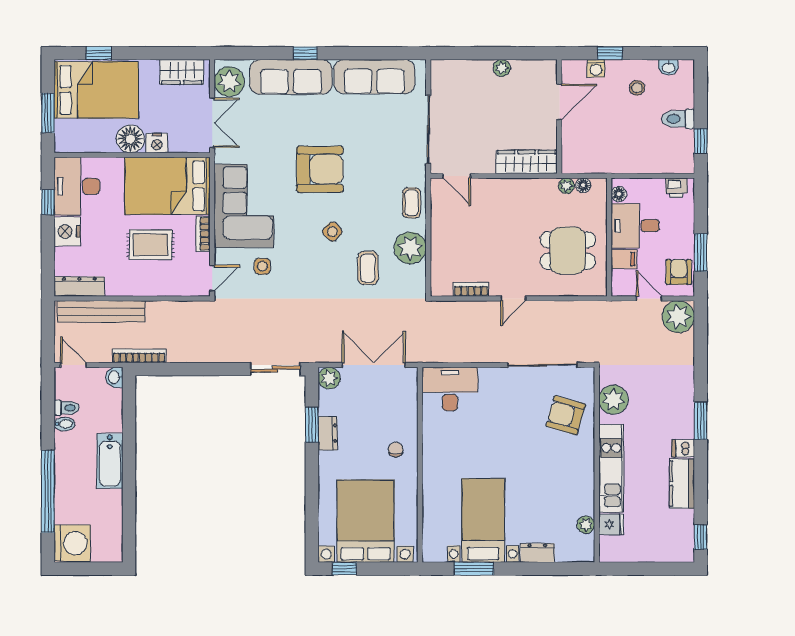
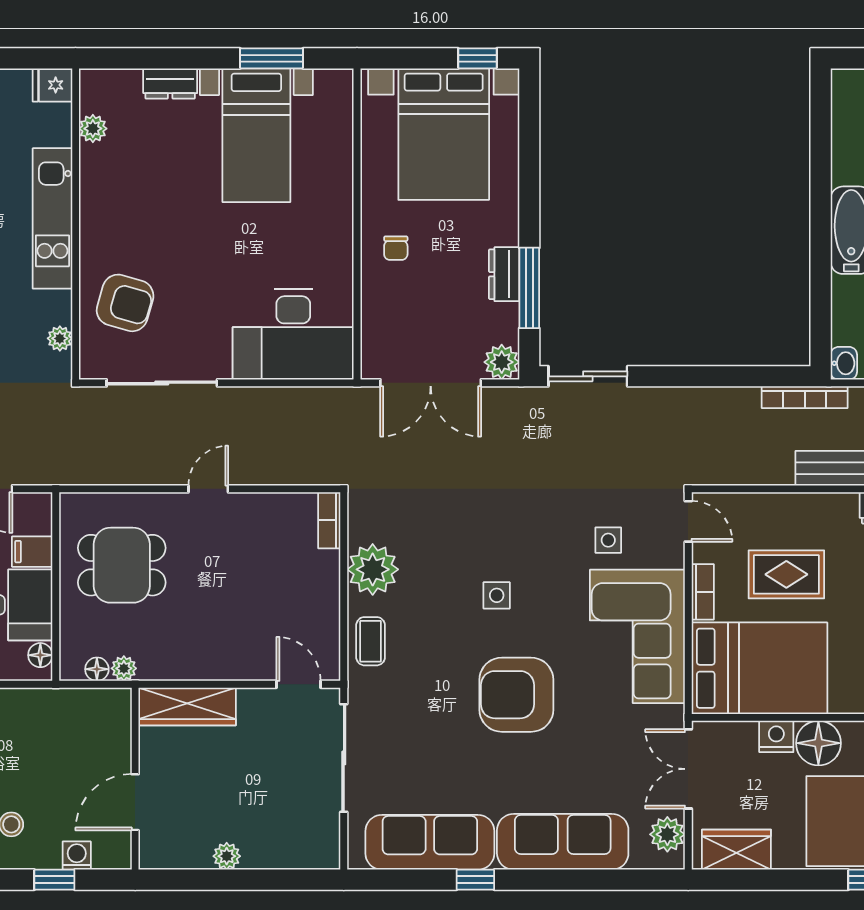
window: (305, 53) -> (475, 880), moved
plant: (229, 82) -> (667, 834), width x0.73, depth x0.73
side table: (332, 232) -> (497, 595), turned 45
coffee table: (368, 268) -> (440, 537), removed
door: (212, 278) -> (688, 521), swing flipped
bookcase: (471, 289) -> (329, 520), moved, turned 90
desk: (450, 389) -> (293, 334), width x1.36, depth x1.30
plant: (613, 400) -> (60, 338), width x0.53, depth x0.53
window: (312, 425) -> (529, 288), width x1.44
fridge: (611, 524) -> (52, 85), moved

